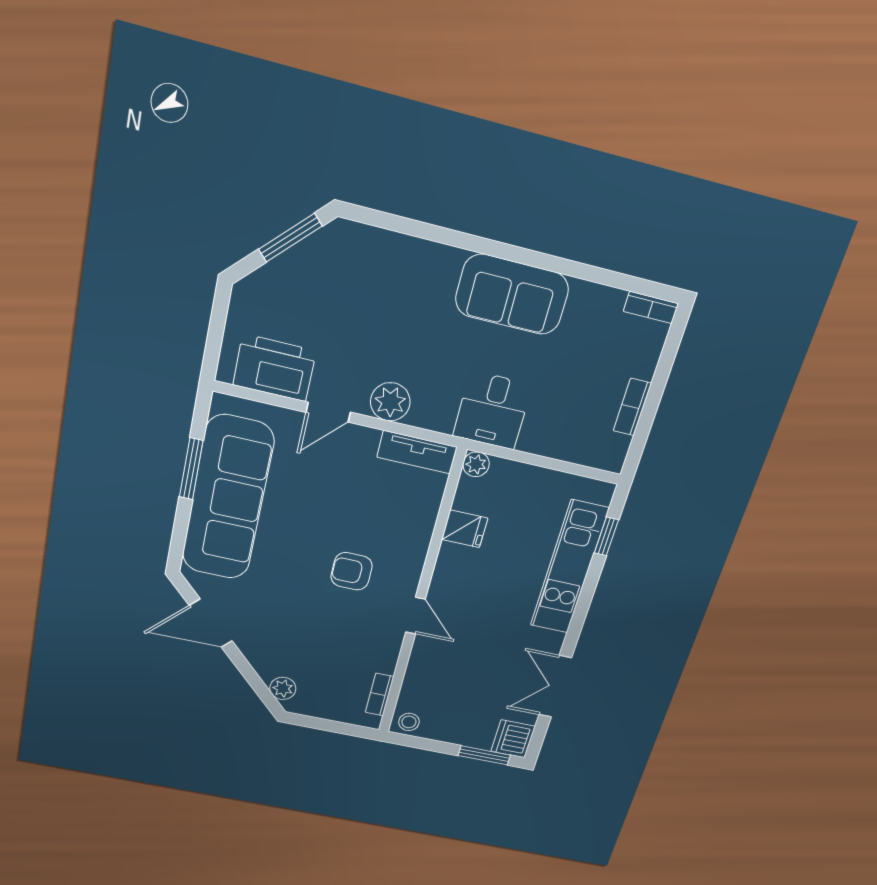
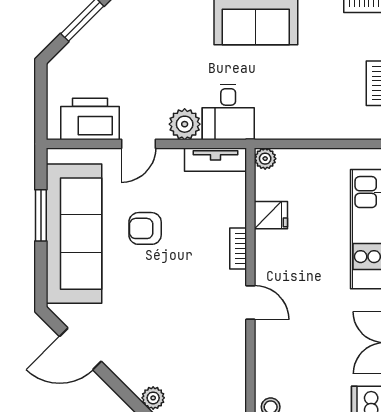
desk: (492, 410) -> (228, 112), moved
armchair: (352, 571) -> (145, 228), moved
bookcase: (379, 694) -> (238, 248), moved

